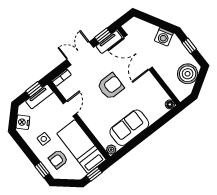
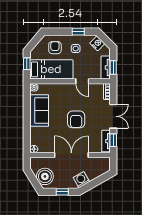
double door: (138, 52) -> (71, 155), moved
window: (42, 170) -> (78, 32), moved

